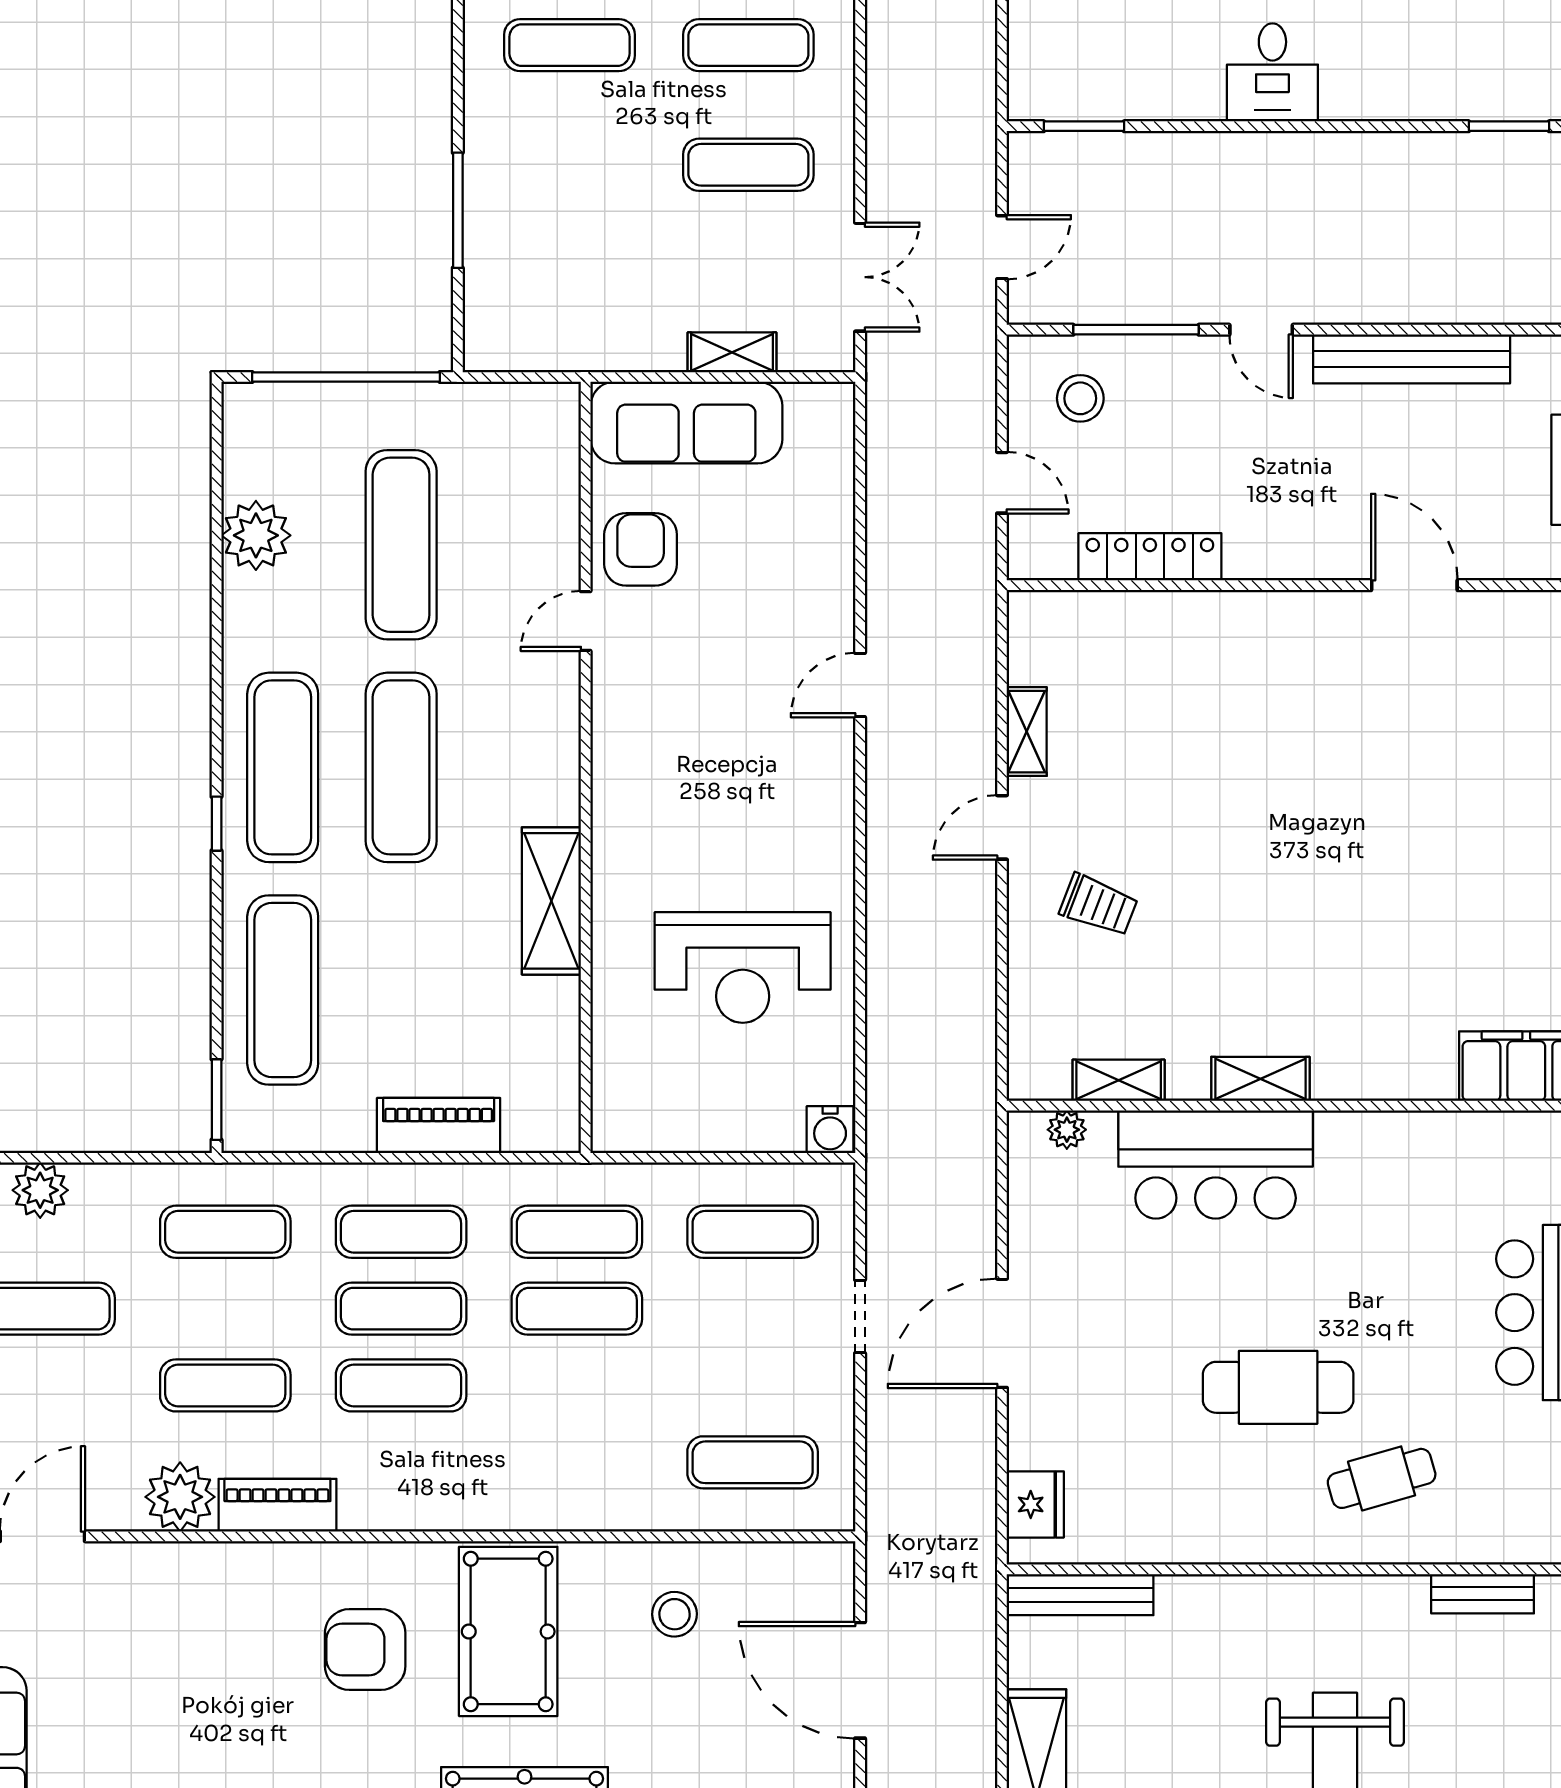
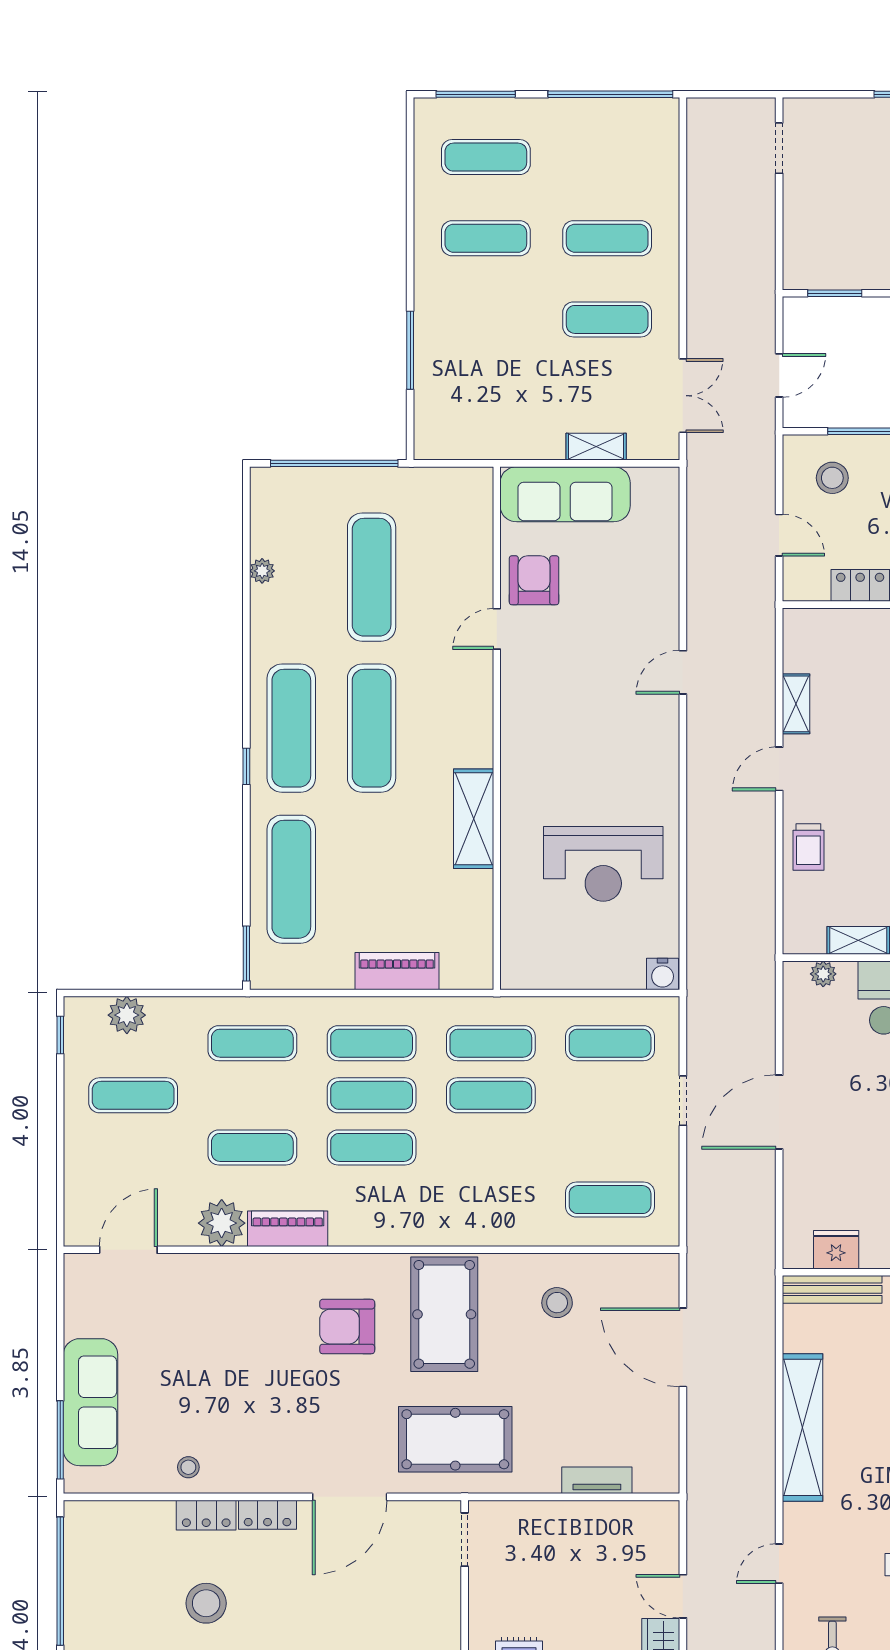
plant: (256, 535) -> (262, 571), width x0.53, depth x0.53
trolley: (1099, 905) -> (808, 847), moved, turned 69
fridge: (1035, 1504) -> (836, 1250), moved, turned -90

